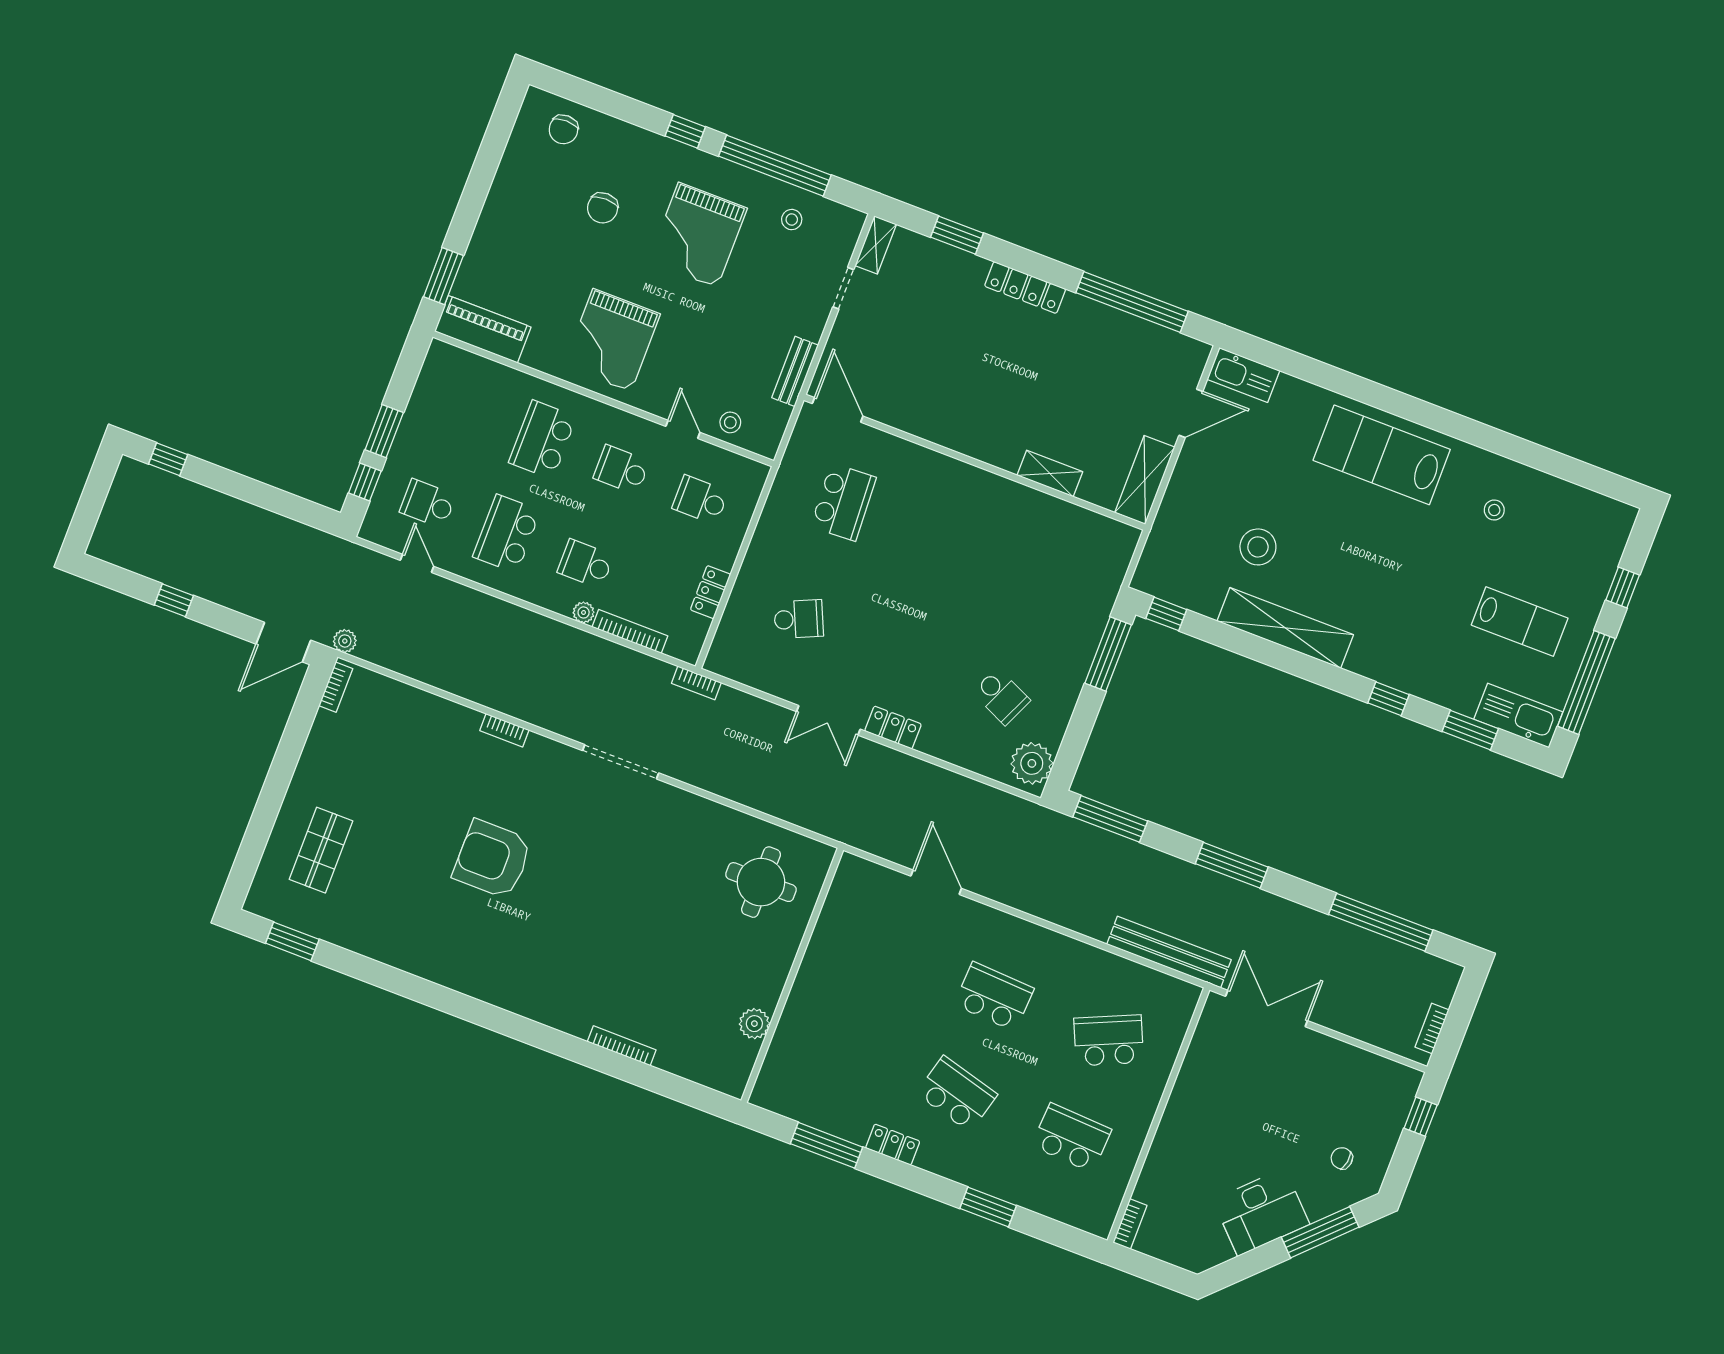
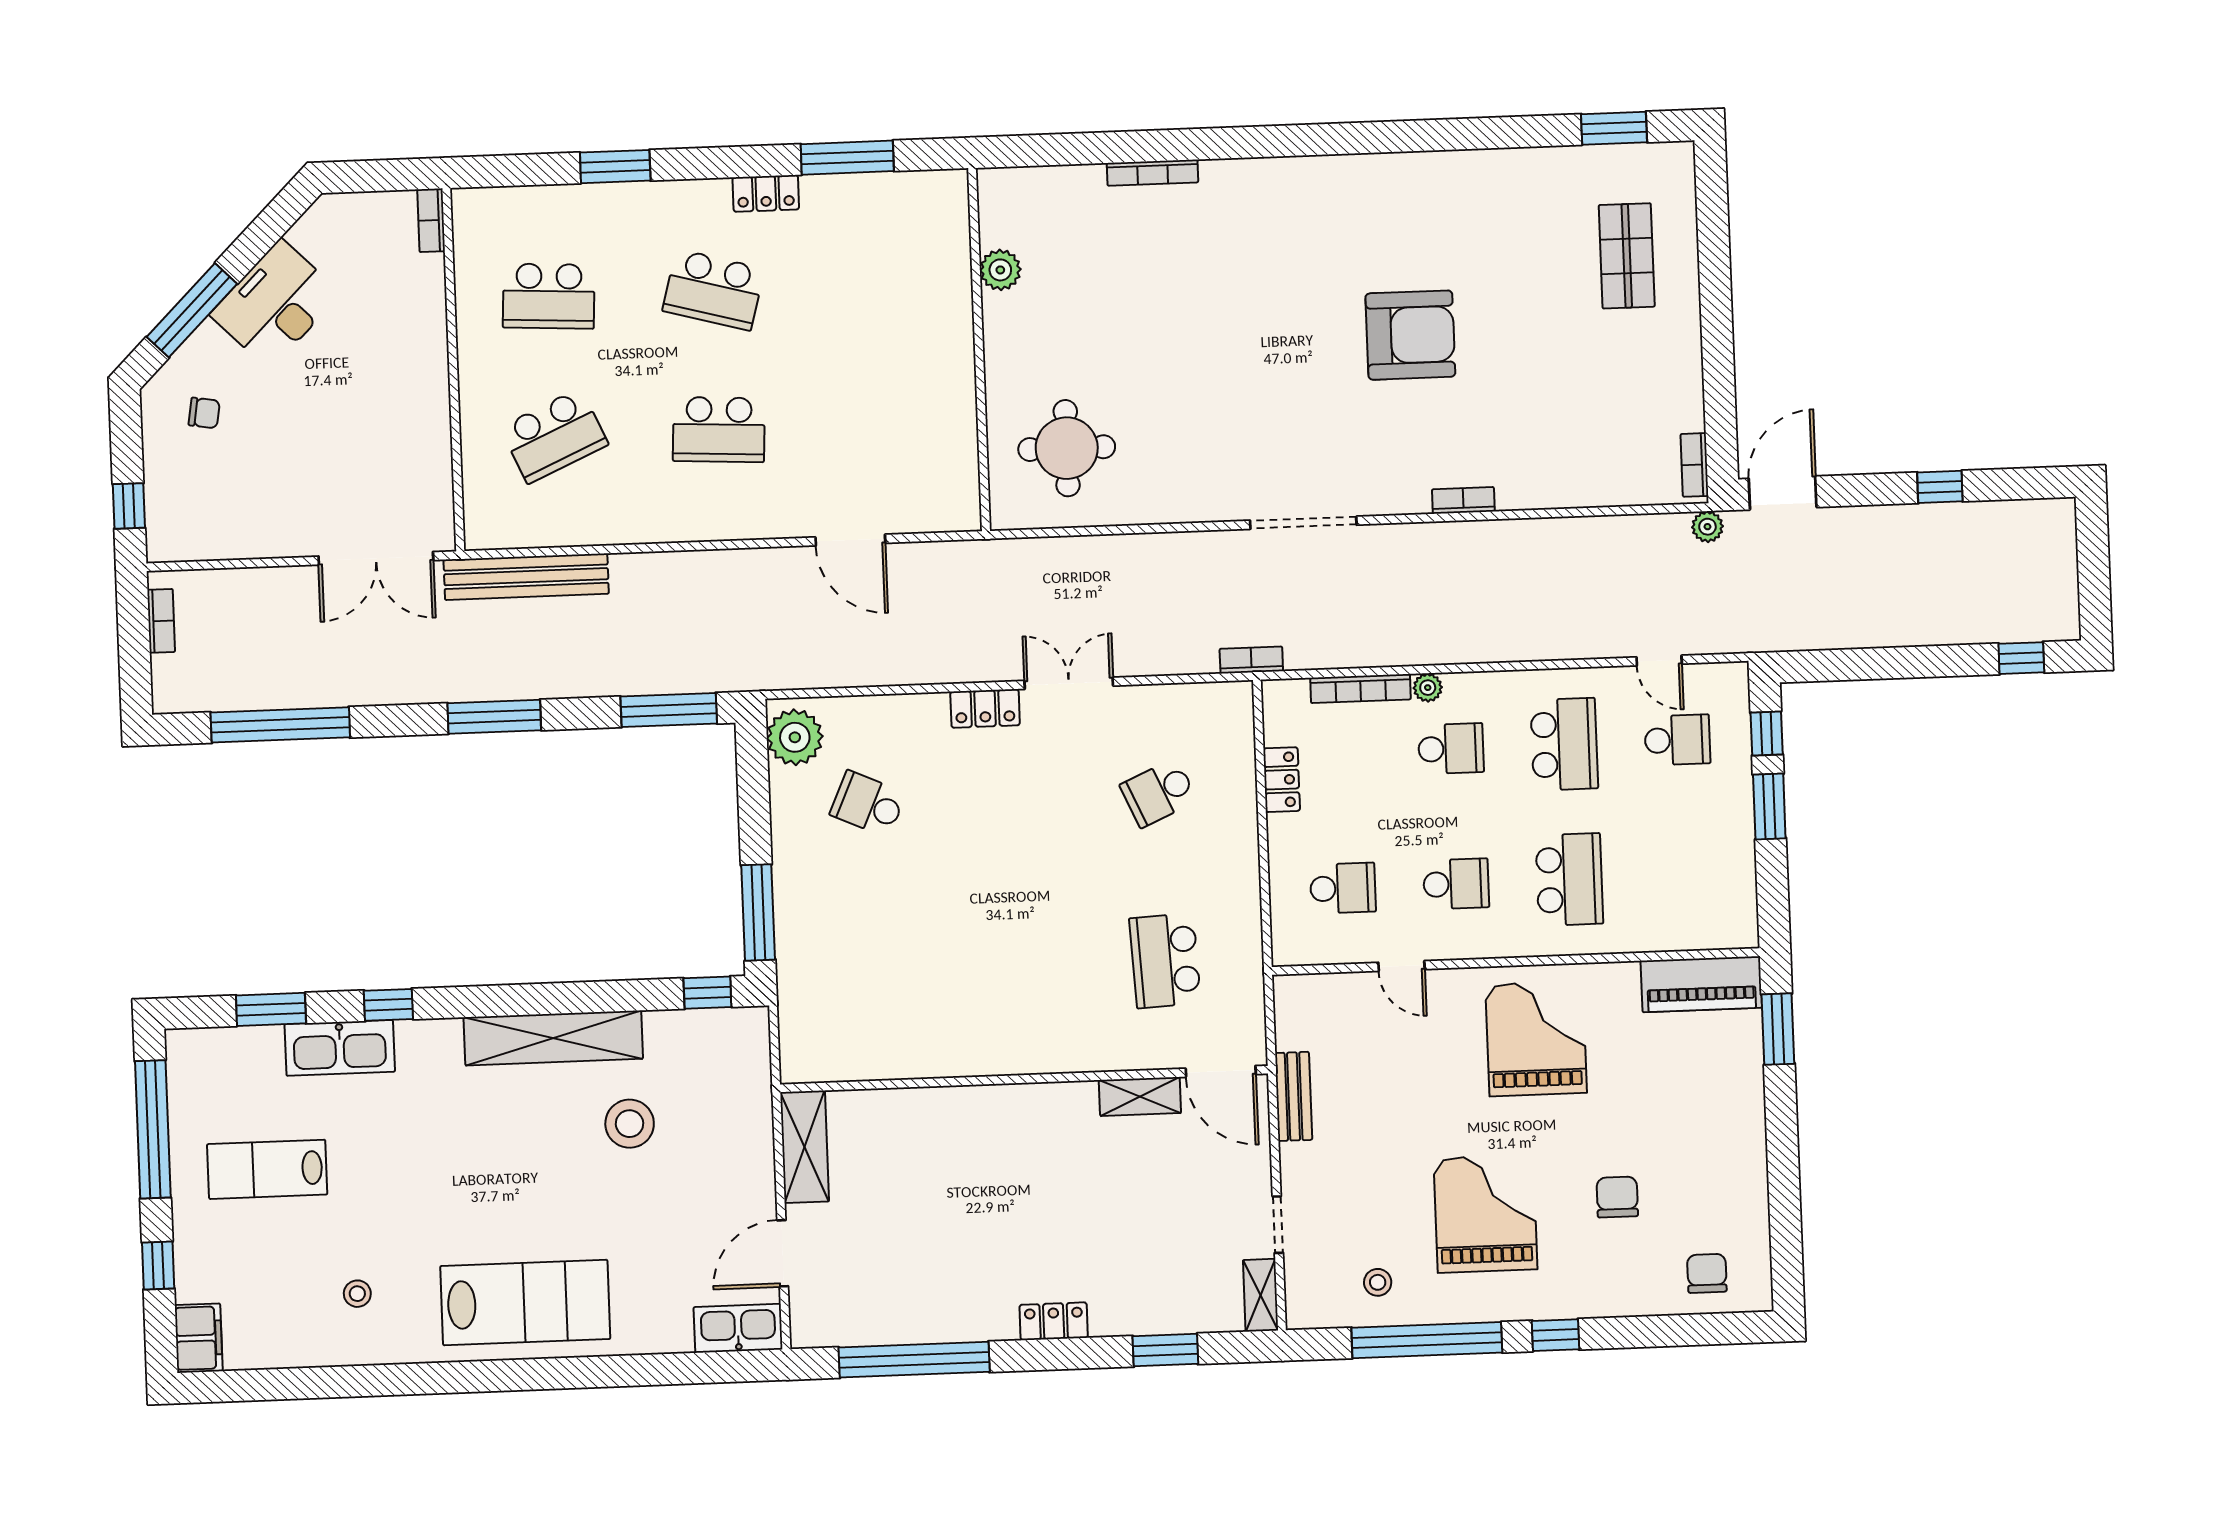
locker: (1025, 288) -> (1054, 1321), width x0.66
stool: (730, 422) -> (1347, 999), removed
shelving: (1050, 473) -> (1140, 1096), moved
filing cabinet: (1616, 526) -> (199, 1338), added
kitchen sink: (1518, 716) -> (340, 1048), moved

